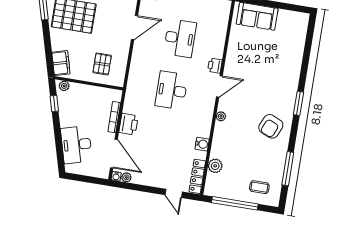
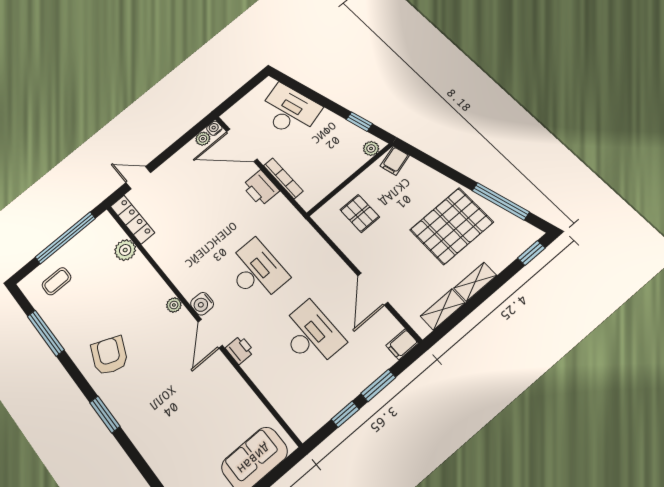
desk: (180, 38) -> (311, 335), turned 180
filing cabinet: (61, 63) -> (395, 161), width x0.50
water cooler: (202, 144) -> (202, 304), moved

